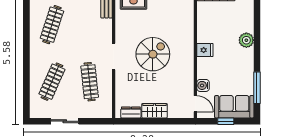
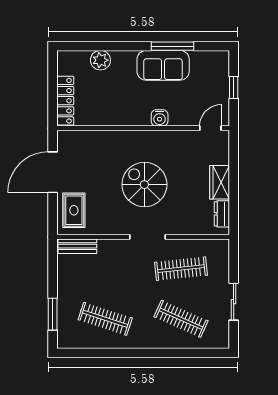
plant: (246, 40) -> (100, 60), moved
fridge: (205, 50) -> (139, 115), removed
water cooler: (203, 85) -> (160, 118), moved
window: (257, 88) -> (173, 46), moved
sofa: (234, 107) -> (163, 65), moved, turned -90

